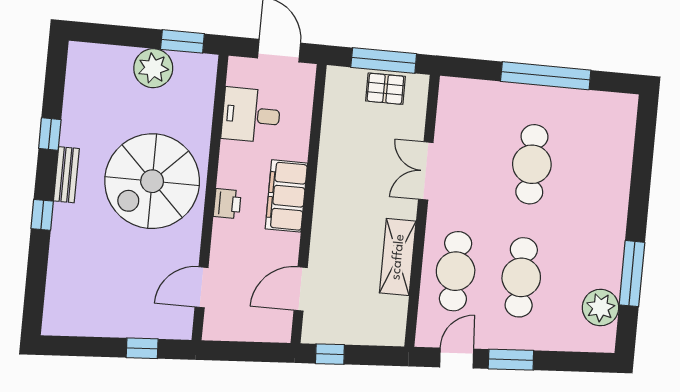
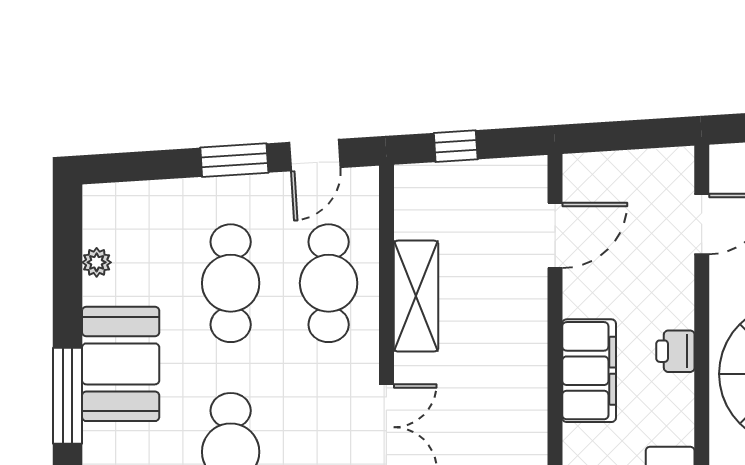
booth: (600, 230) -> (121, 364), added
window: (632, 274) -> (68, 396), moved
plant: (600, 308) -> (97, 262), width x0.53, depth x0.53
window: (330, 354) -> (456, 146), moved

